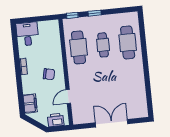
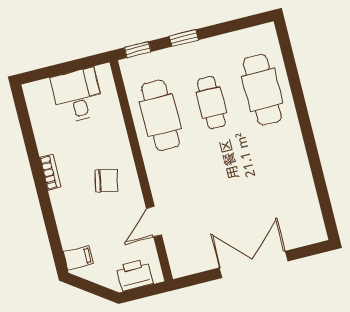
desk: (27, 34) -> (77, 95), moved
filing cabinet: (30, 104) -> (78, 258), width x0.50

